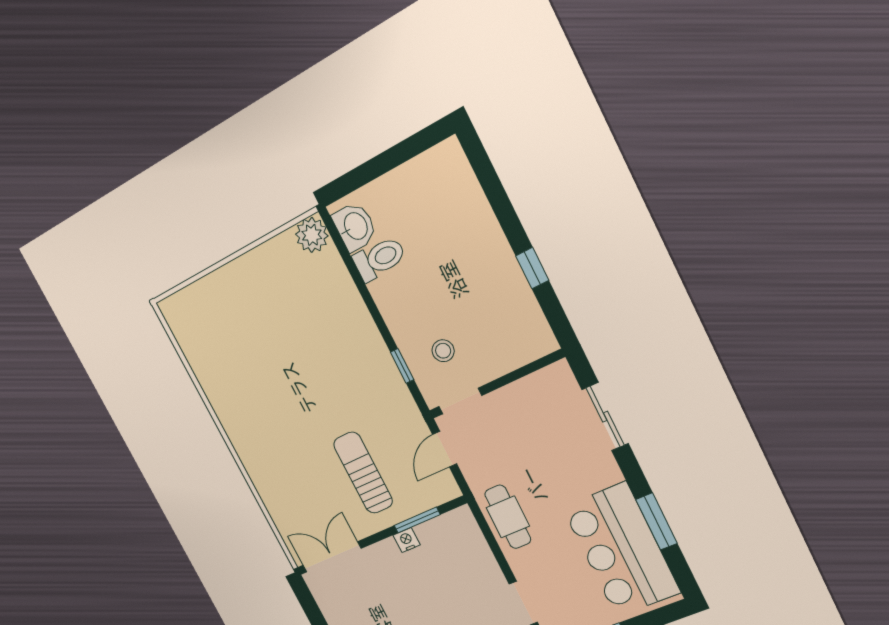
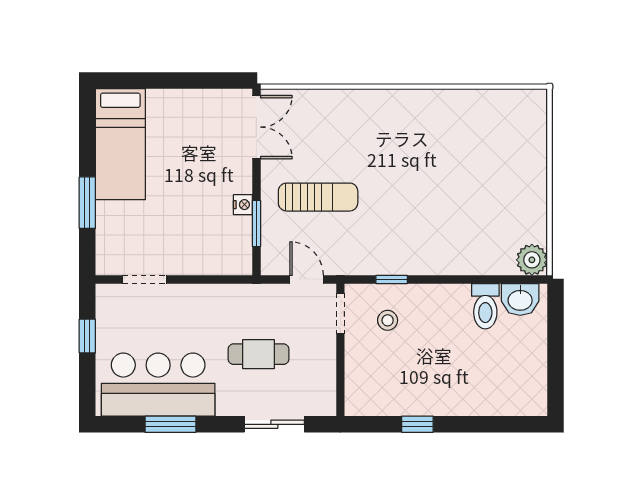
cafe table: (508, 517) -> (258, 354), moved

